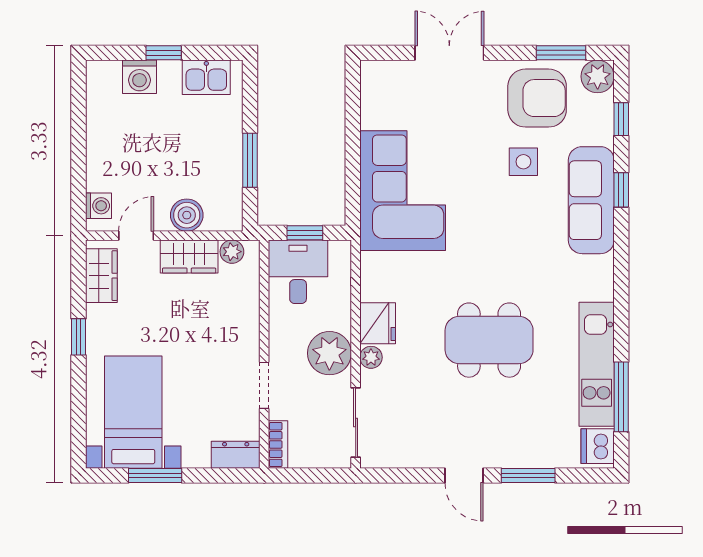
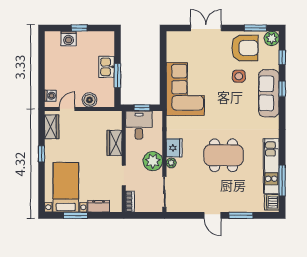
kitchen sink: (206, 77) -> (107, 67), moved, turned 90
plant: (232, 252) -> (110, 116), removed
wardrobe: (189, 257) -> (115, 143), moved, turned 90
dresser: (236, 455) -> (99, 206), moved

